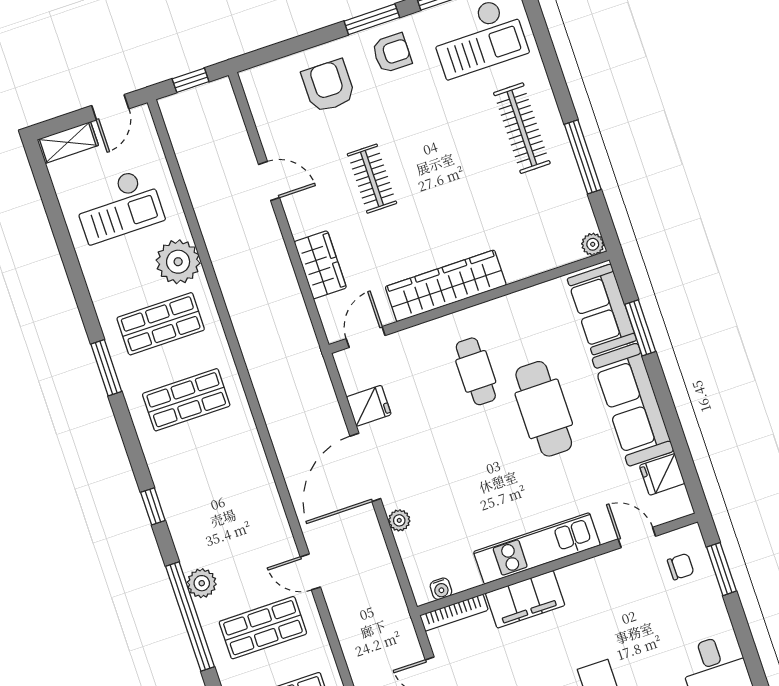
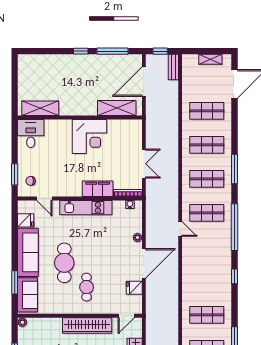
plant: (202, 583) -> (225, 239), removed

